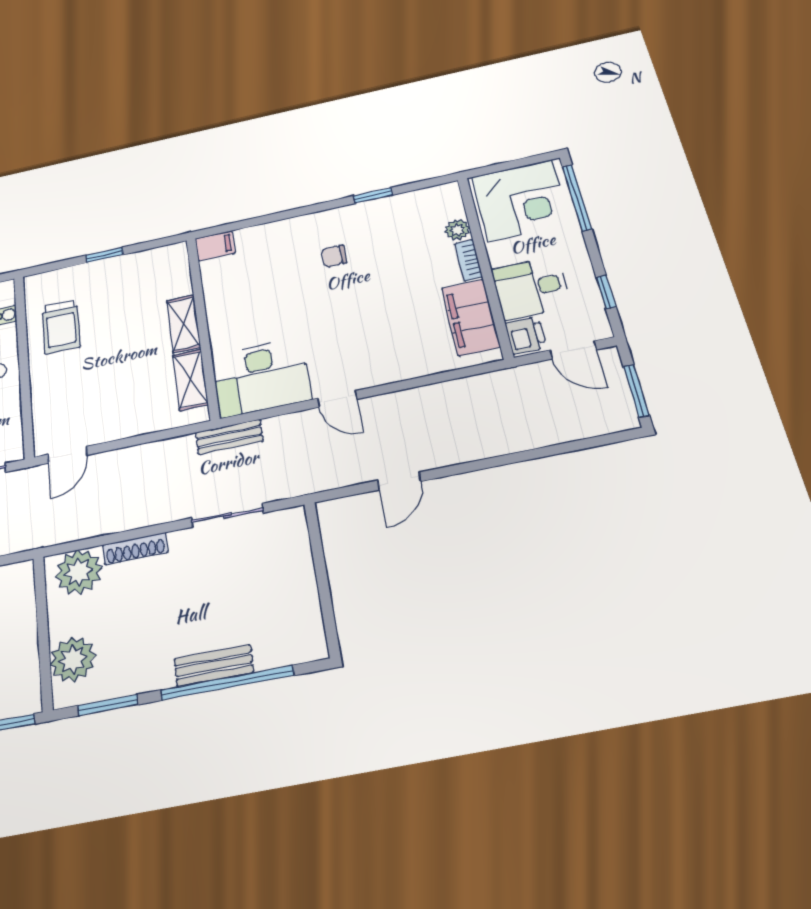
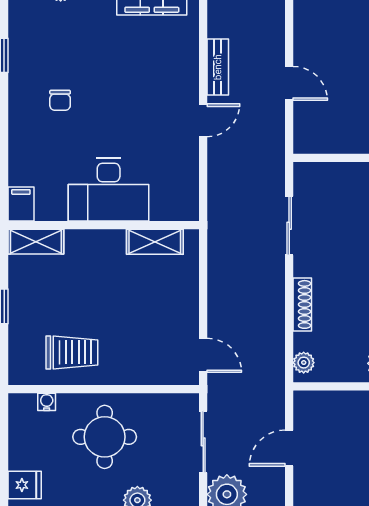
shelving: (183, 324) -> (36, 242), moved
desk: (261, 378) -> (109, 190), moved, turned 90
bench: (229, 437) -> (218, 67), moved
plant: (79, 572) -> (304, 363), width x0.53, depth x0.53

